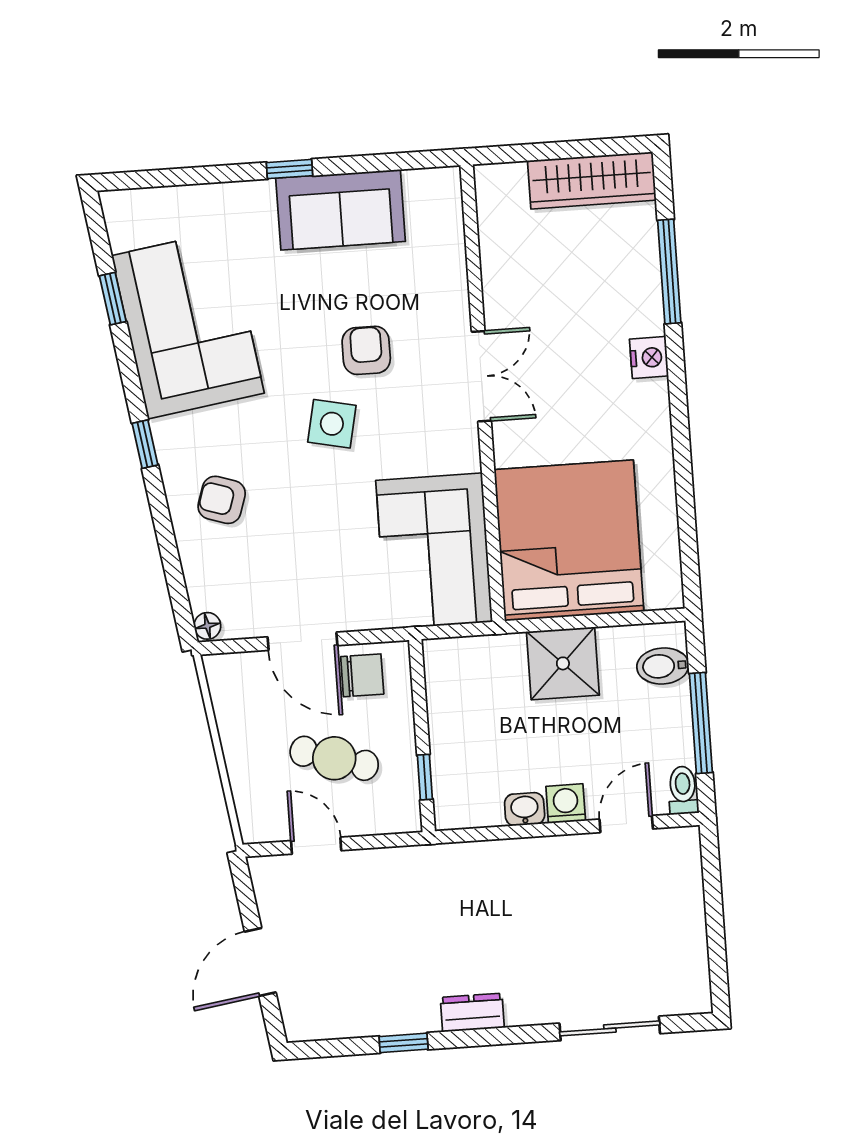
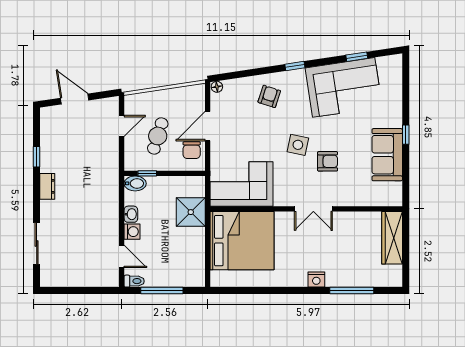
wardrobe: (592, 180) -> (392, 238), moved
shower: (563, 663) -> (191, 212), moved
bidet: (663, 666) -> (135, 183), moved, turned 90

